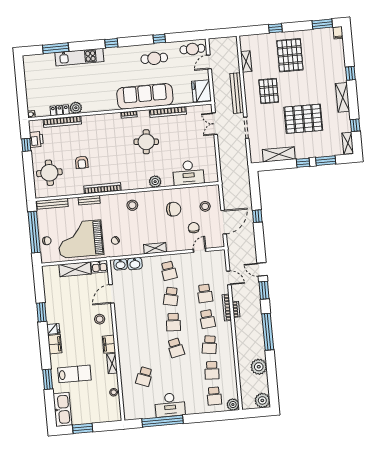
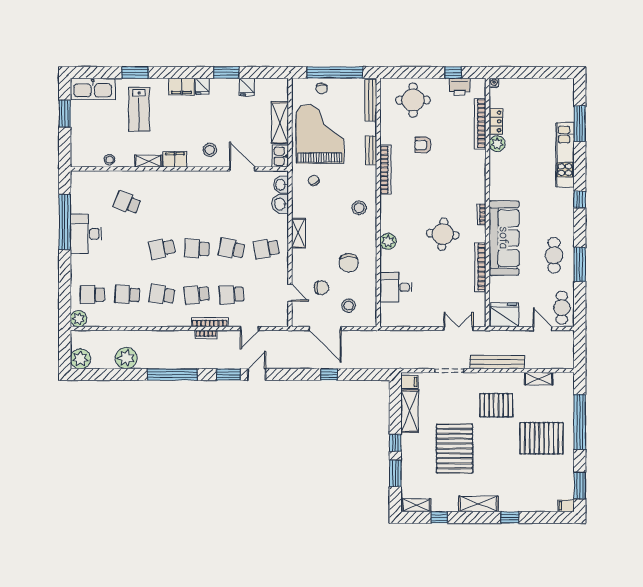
window: (275, 28) -> (580, 422), width x3.17
window: (159, 39) -> (580, 264), width x2.17
filing cabinet: (257, 156) -> (410, 382), added
desk: (188, 173) -> (396, 287), width x0.73
fridge: (51, 296) -> (247, 87), added

